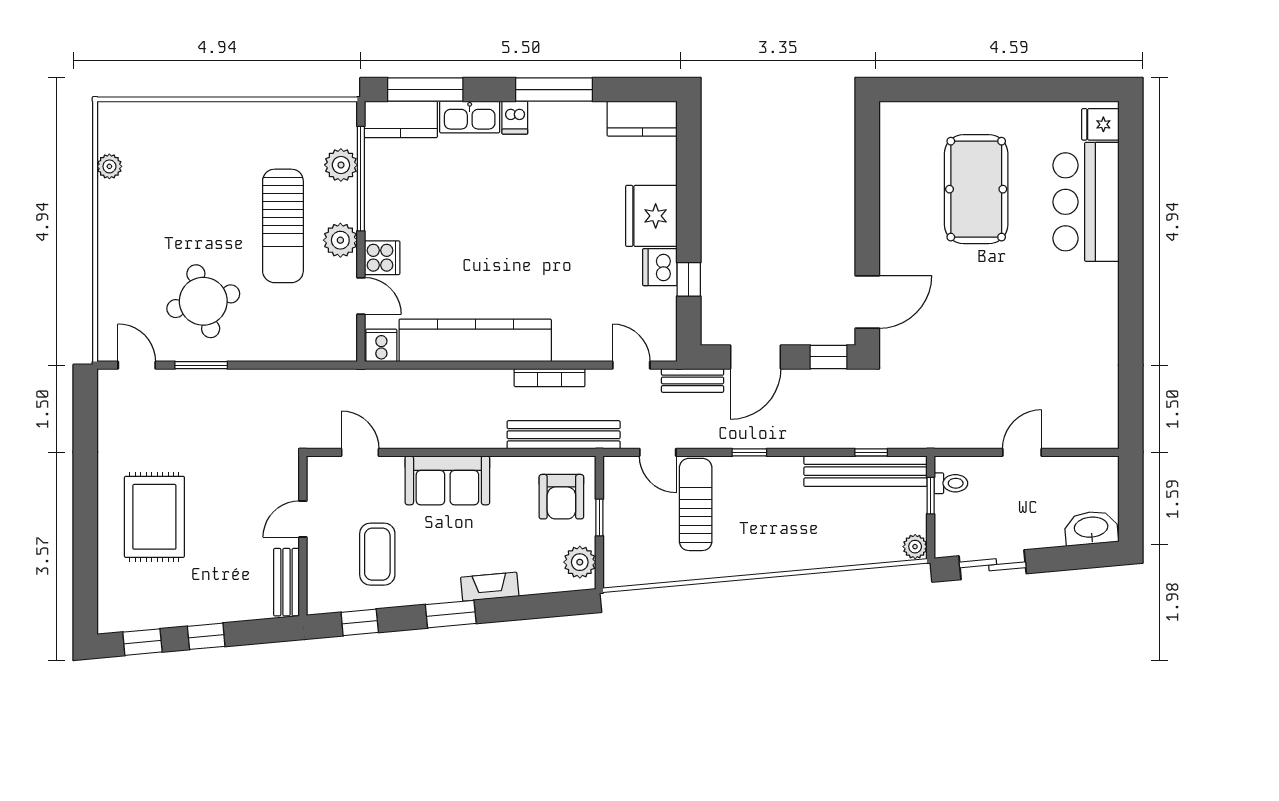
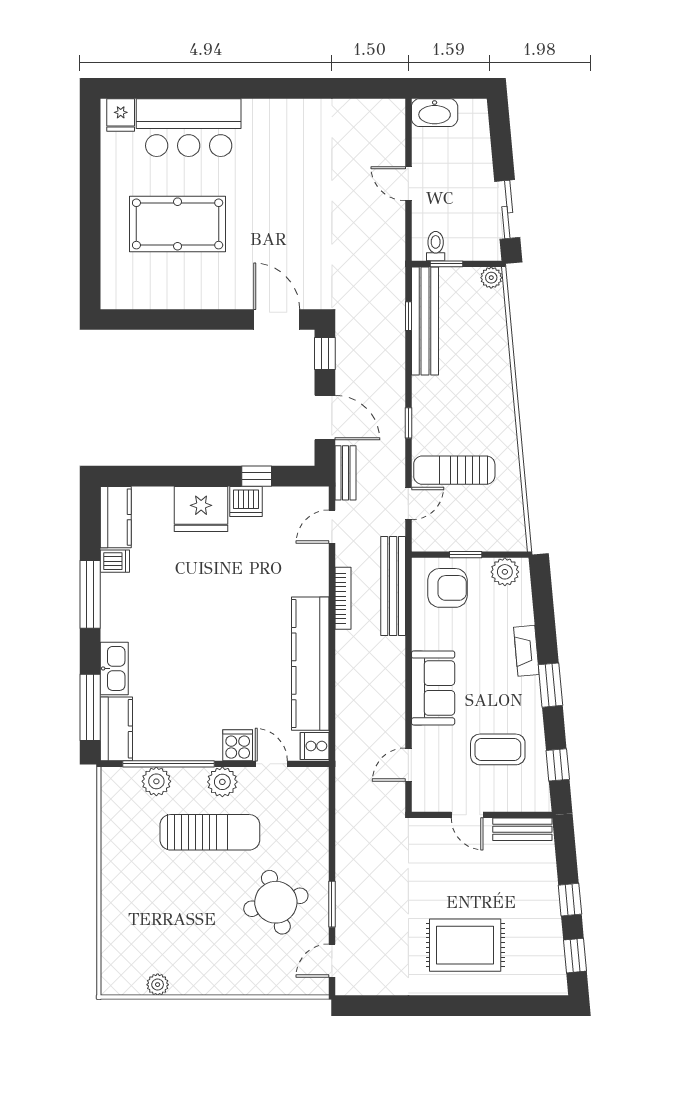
dishwasher: (515, 118) -> (115, 561), moved
door: (361, 296) -> (271, 764), hinge flipped
washbasin: (1091, 528) -> (435, 113), moved, turned -85

